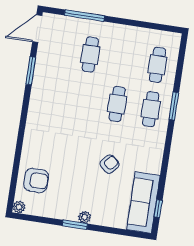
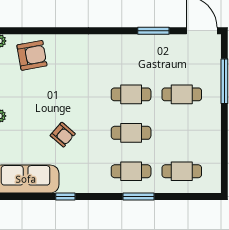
cafe table: (83, 99) -> (131, 94), added
armchair: (36, 180) -> (32, 55), turned -100
window: (158, 209) -> (65, 196), moved

